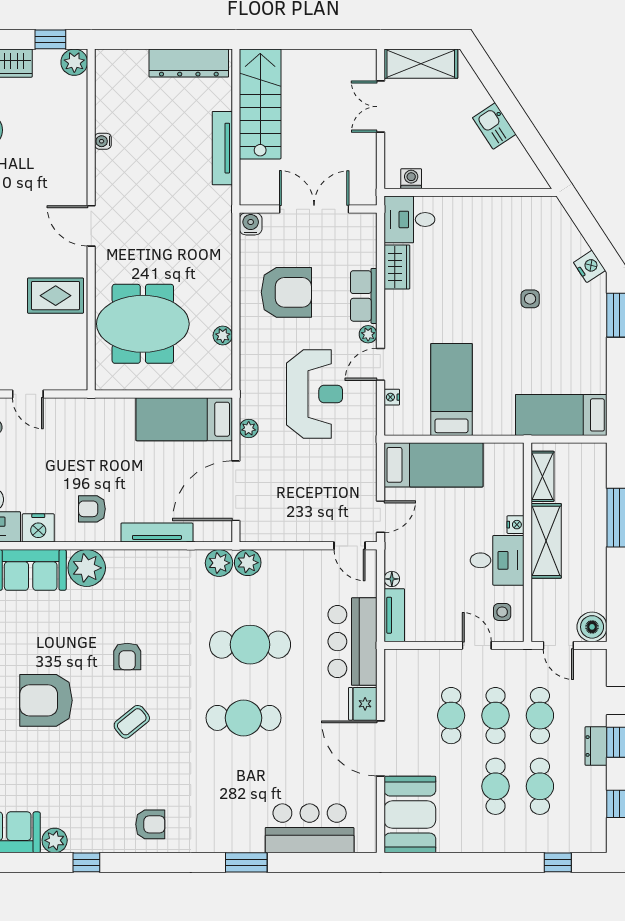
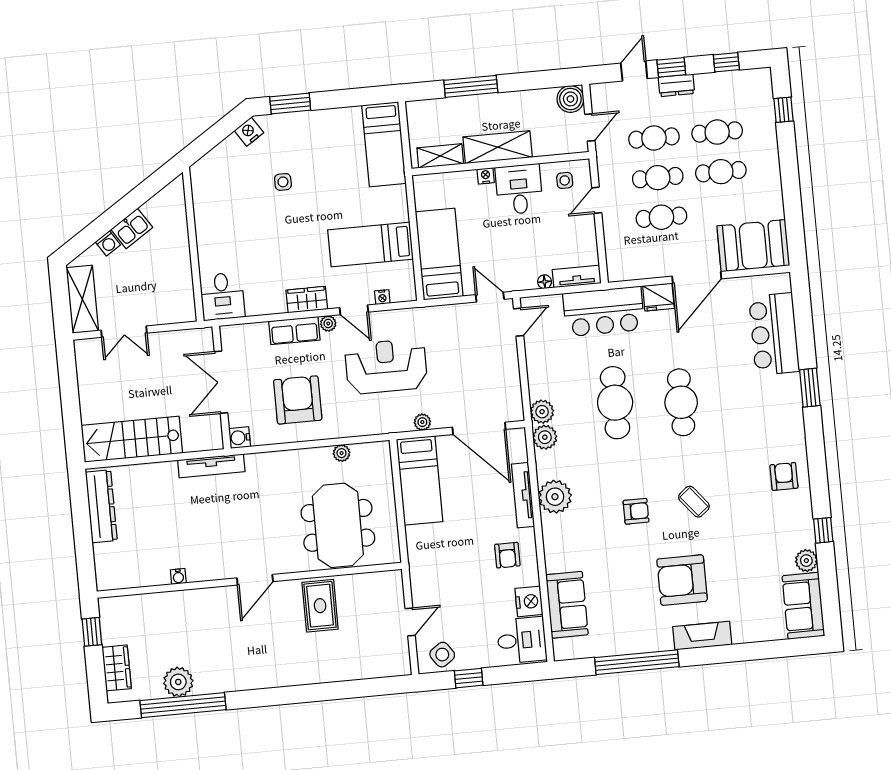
plant: (74, 62) -> (110, 609), removed
tv unit: (222, 148) -> (211, 466), moved
washing machine: (411, 179) -> (108, 243), moved, turned -123
wardrobe: (397, 267) -> (307, 300), moved
plant: (87, 568) -> (555, 497), moved
armchair: (46, 700) -> (682, 580), turned 90

